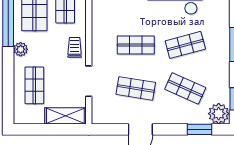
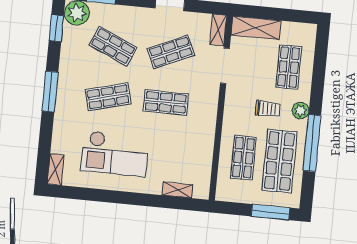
trolley: (75, 47) -> (268, 109), moved, turned -90
shop shelf: (136, 88) -> (171, 52), turned -33
shelving: (97, 111) -> (218, 30), added

